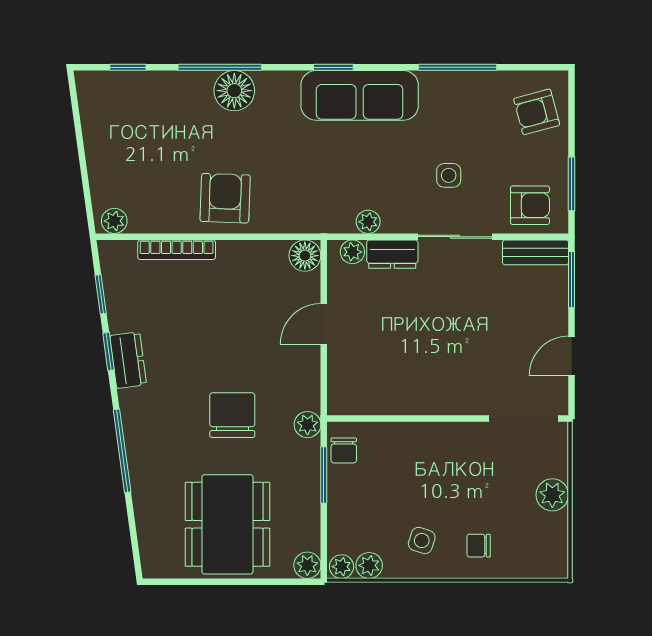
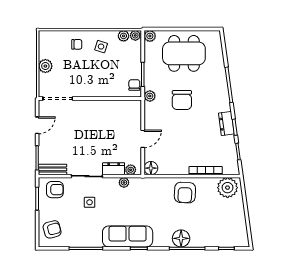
armchair: (530, 205) -> (55, 190), turned 180
plant: (114, 221) -> (228, 188), width x1.88, depth x1.88
dining table: (228, 524) -> (184, 53), turned 90

